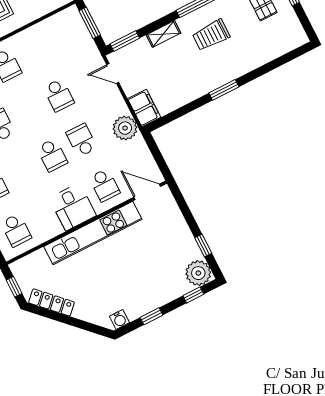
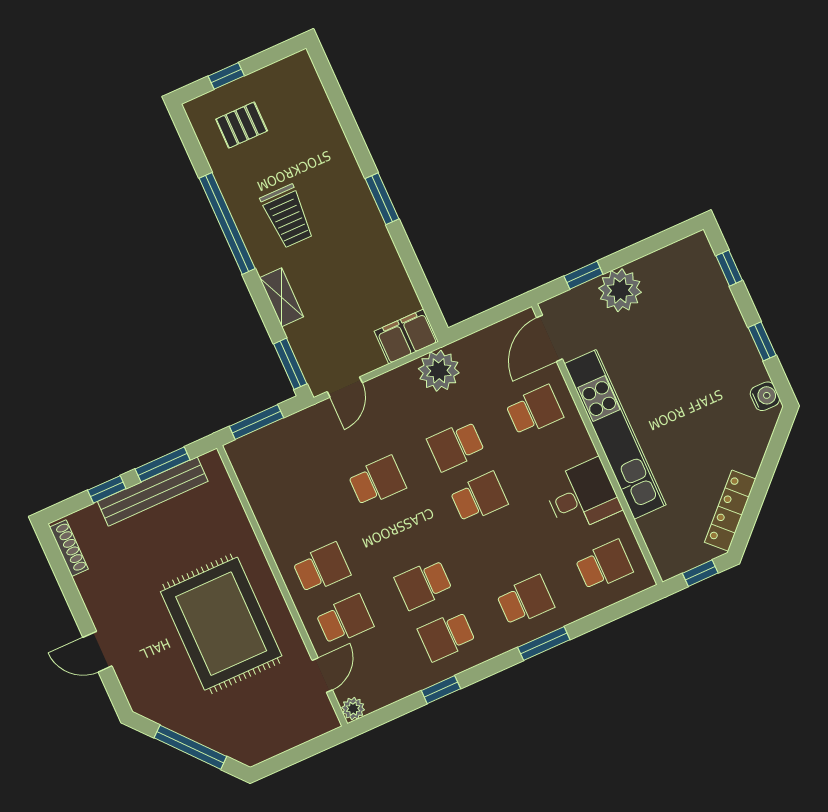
desk: (73, 207) -> (582, 496), moved
window: (203, 246) -> (583, 275), moved
plant: (198, 273) -> (620, 290), moved

